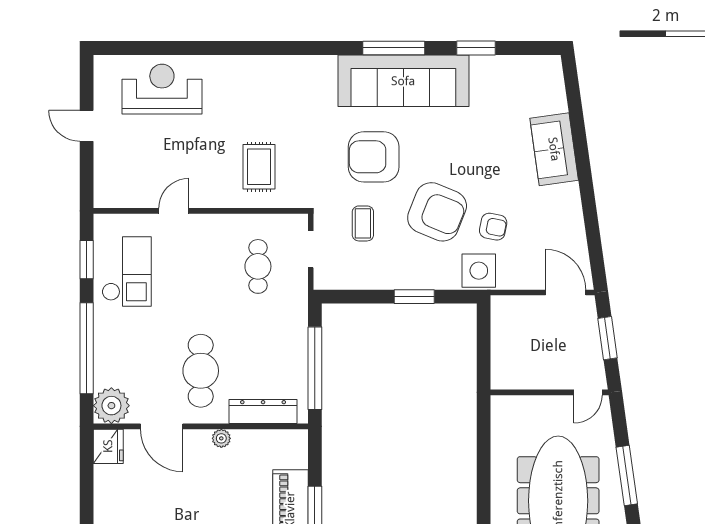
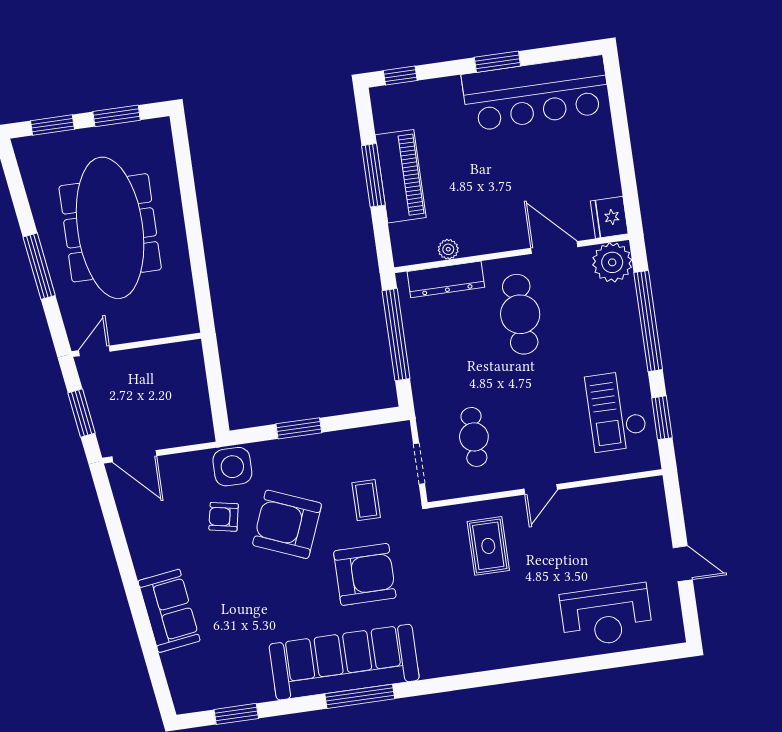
window: (476, 48) -> (236, 714), moved
door: (174, 211) -> (541, 489), moved
plant: (221, 438) -> (448, 249), moved

